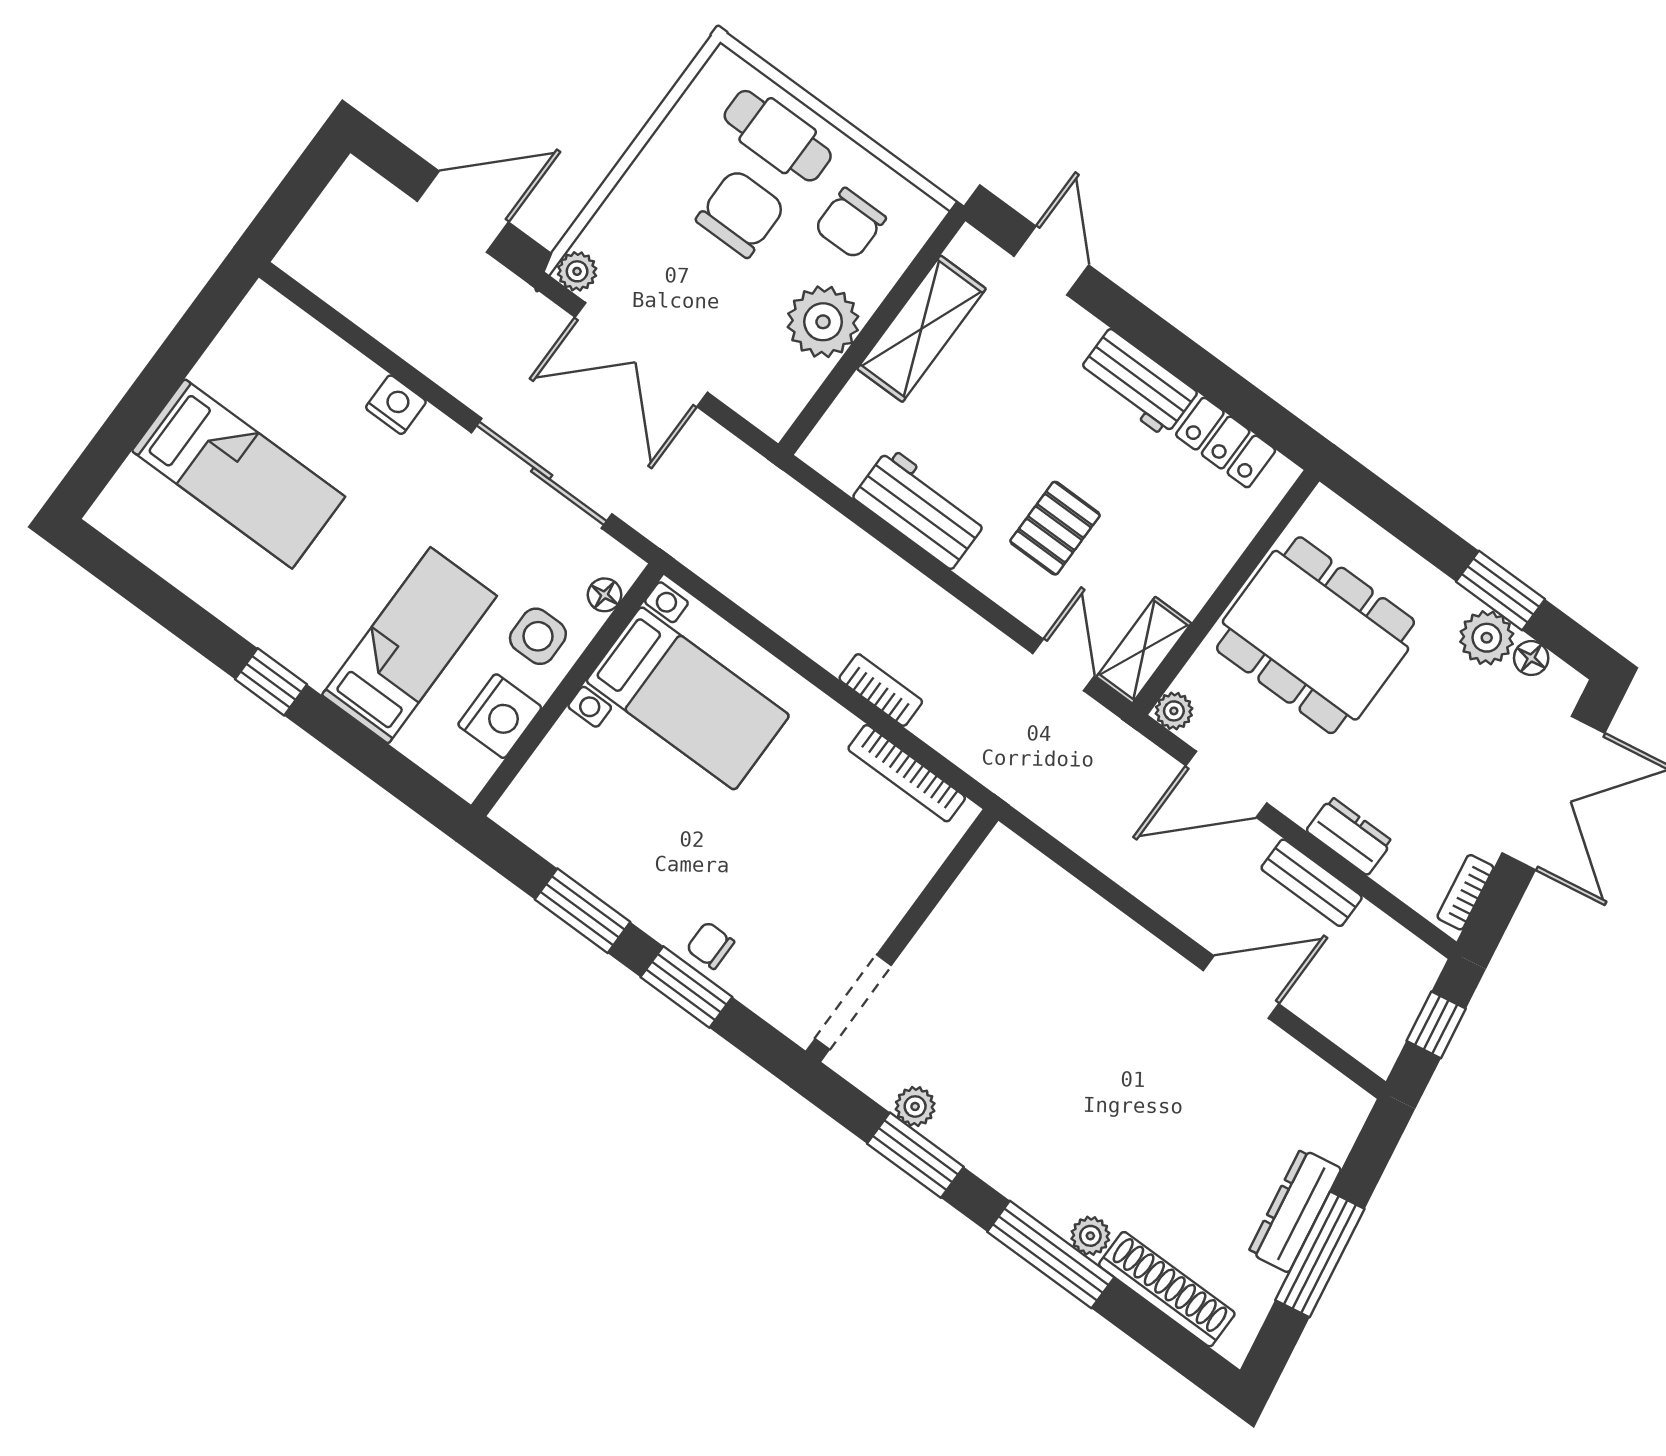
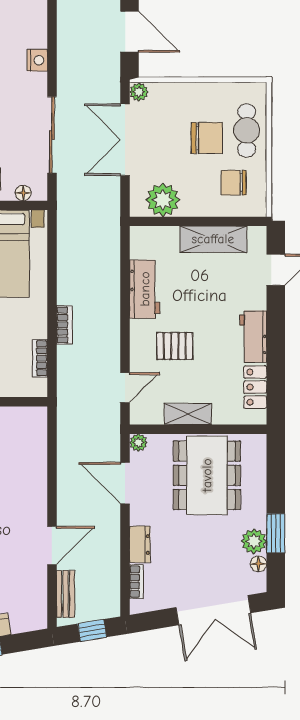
plant: (823, 322) -> (163, 200), moved
shelving: (1144, 650) -> (188, 414), moved
bookcase: (907, 773) -> (40, 358), width x0.64
bench: (1312, 883) -> (66, 594), moved
bookcase: (1465, 892) -> (136, 582), moved, turned 99
door: (1241, 987) -> (52, 545), hinge flipped

